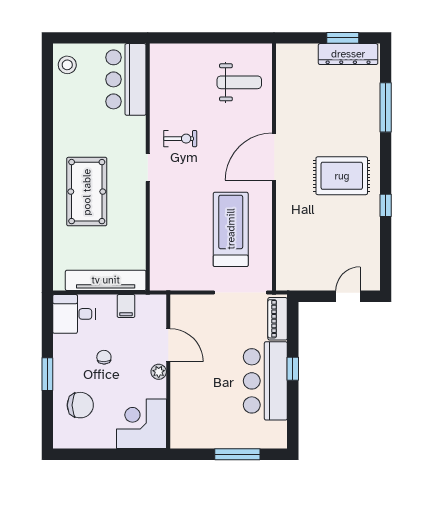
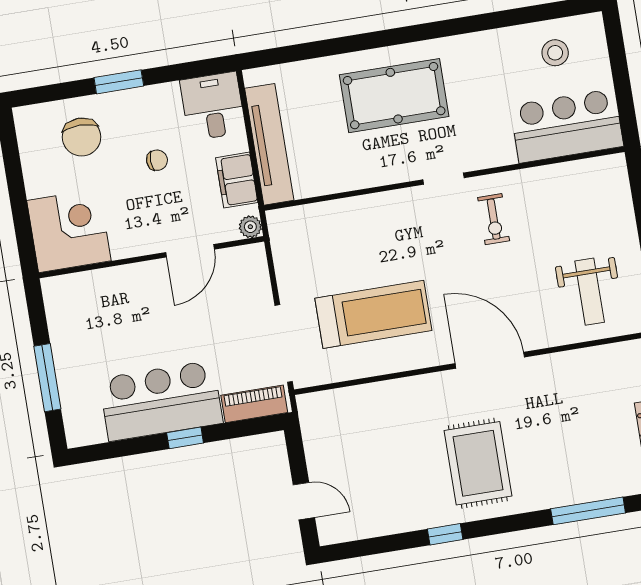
stool: (67, 65) -> (555, 53), moved
filing cabinet: (126, 306) -> (237, 180), width x2.00
plant: (159, 372) -> (250, 227), moved

